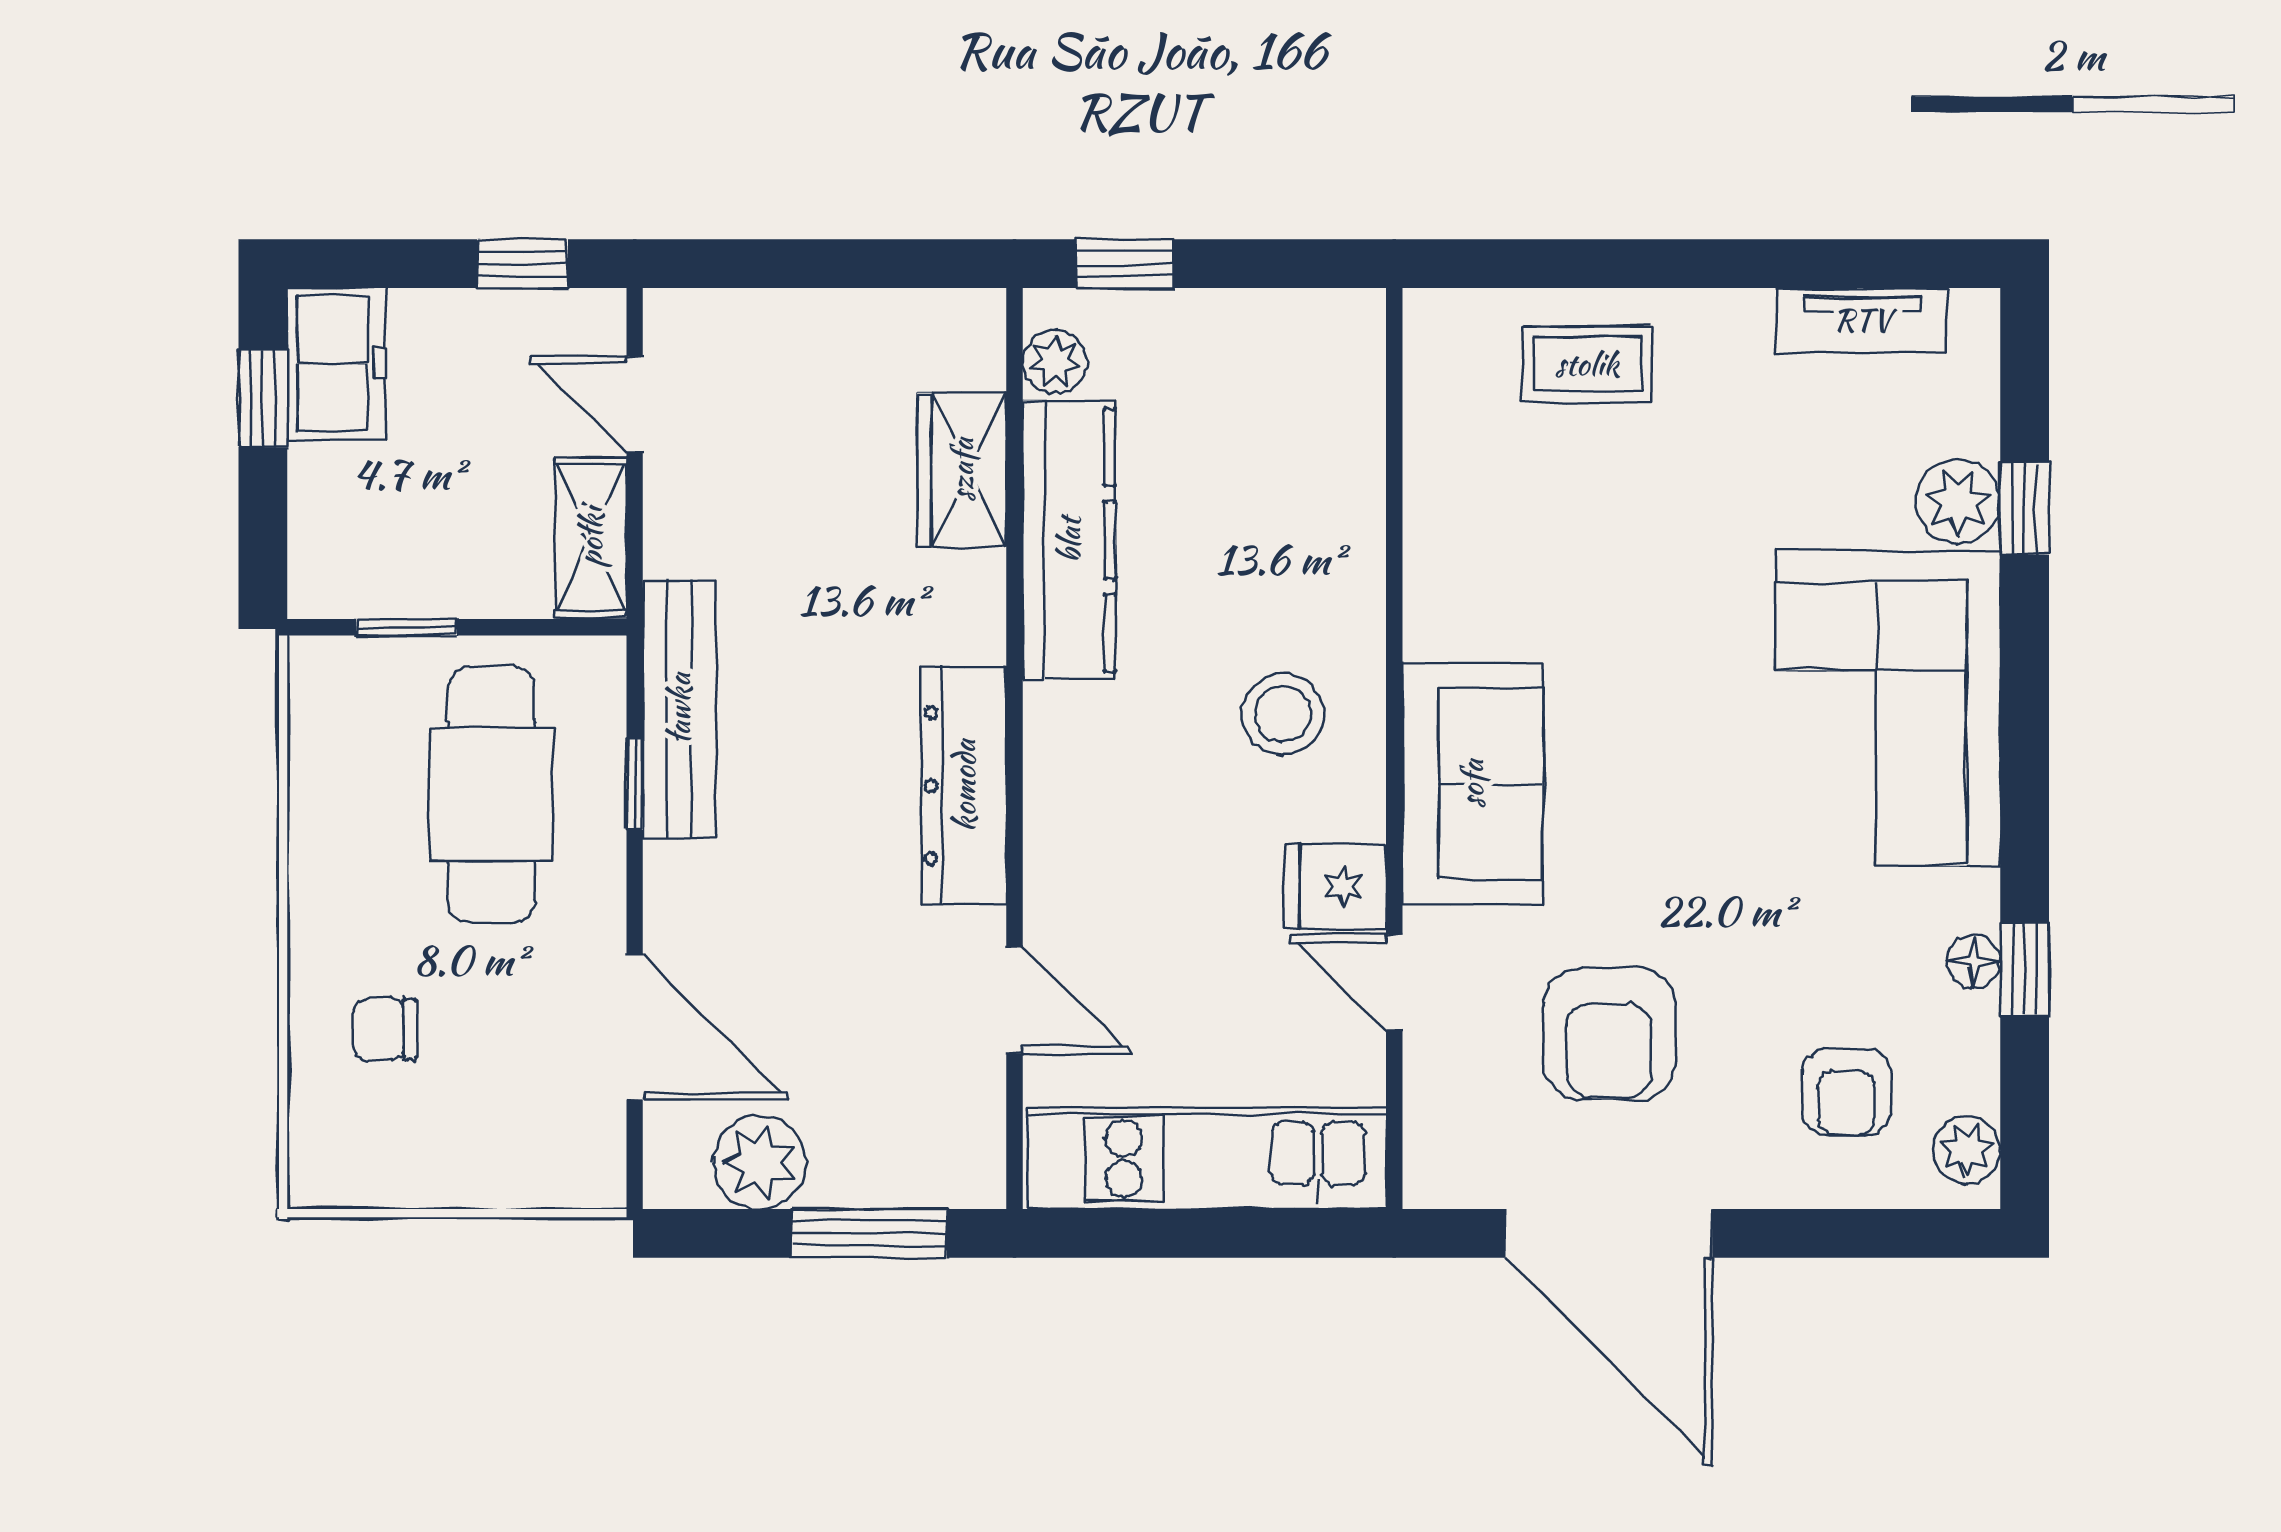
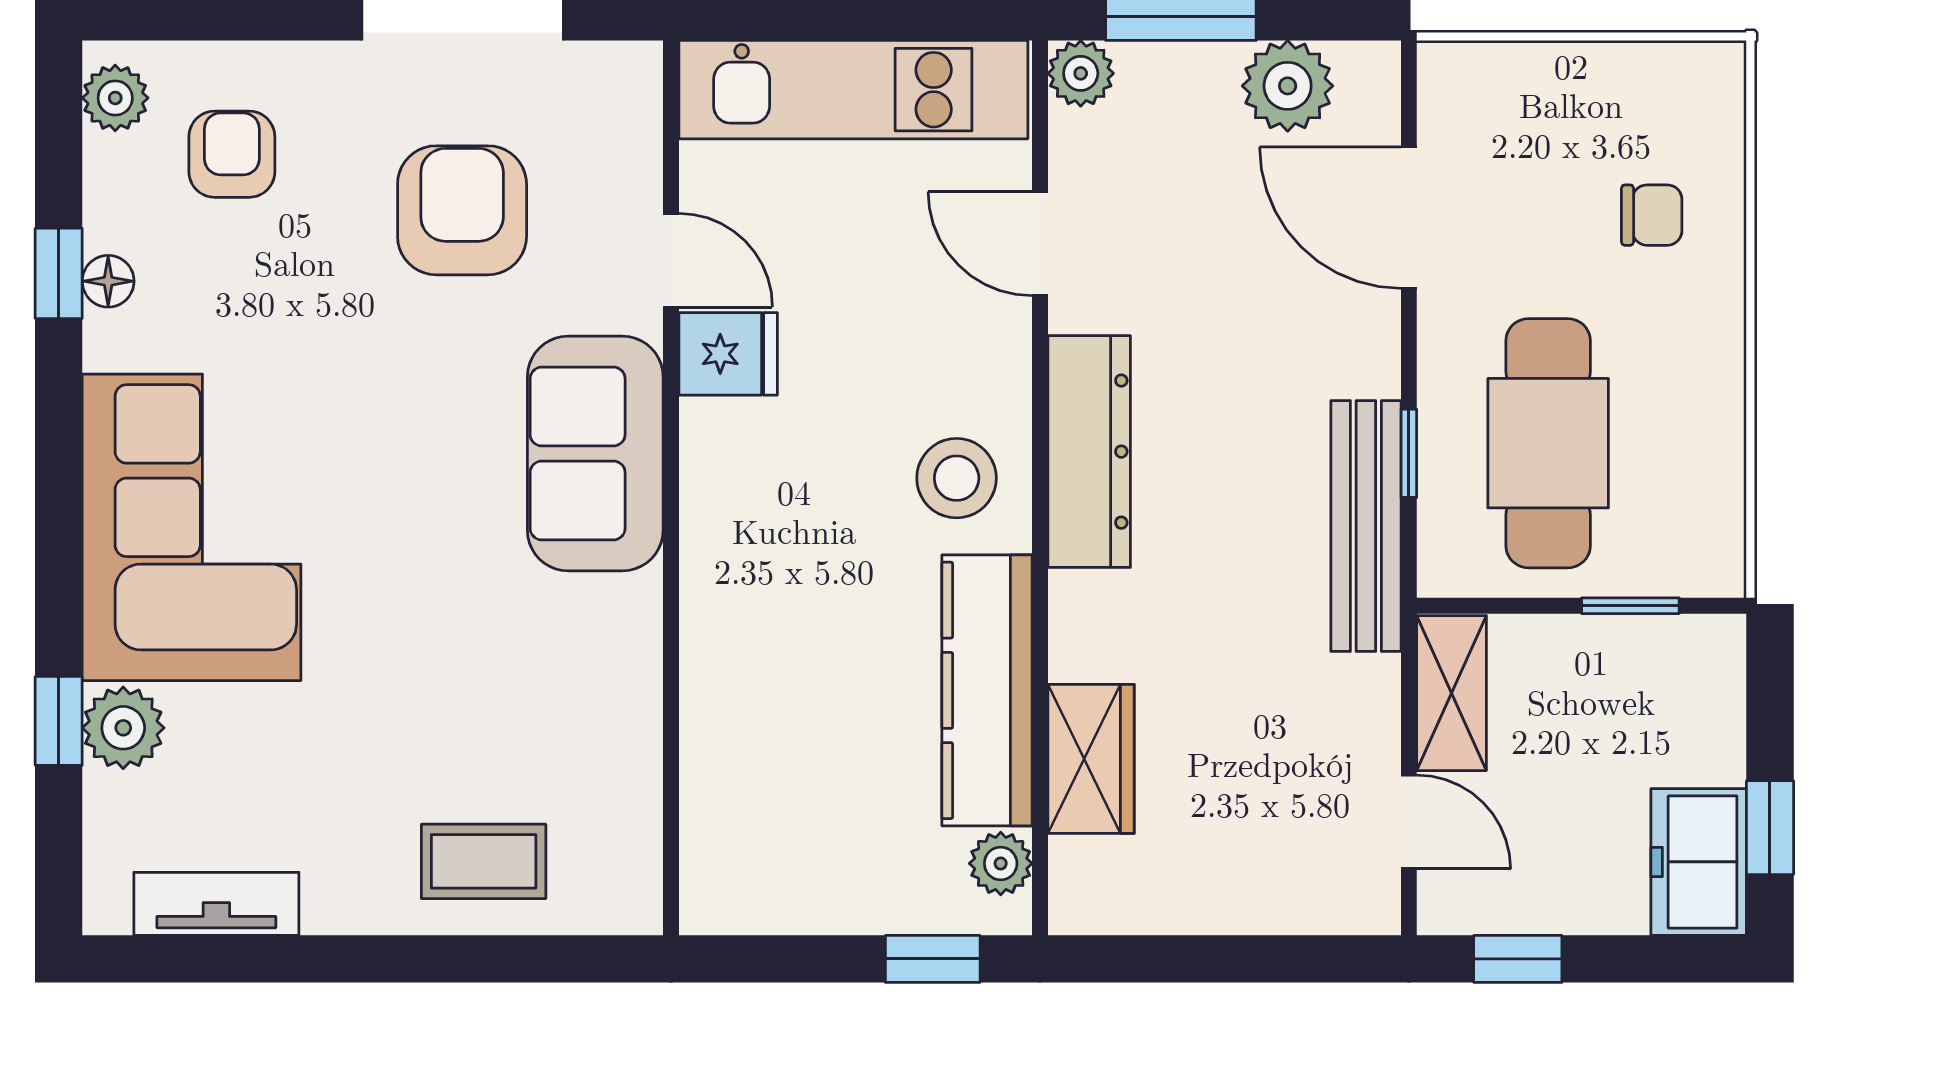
stool: (1283, 714) -> (957, 478), moved
plant: (973, 1175) -> (1081, 73), added

